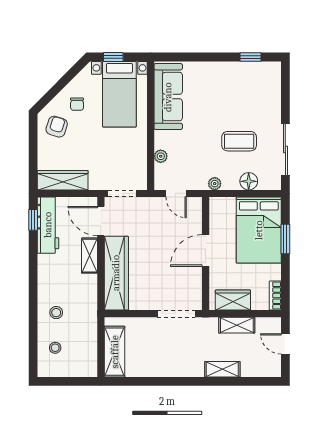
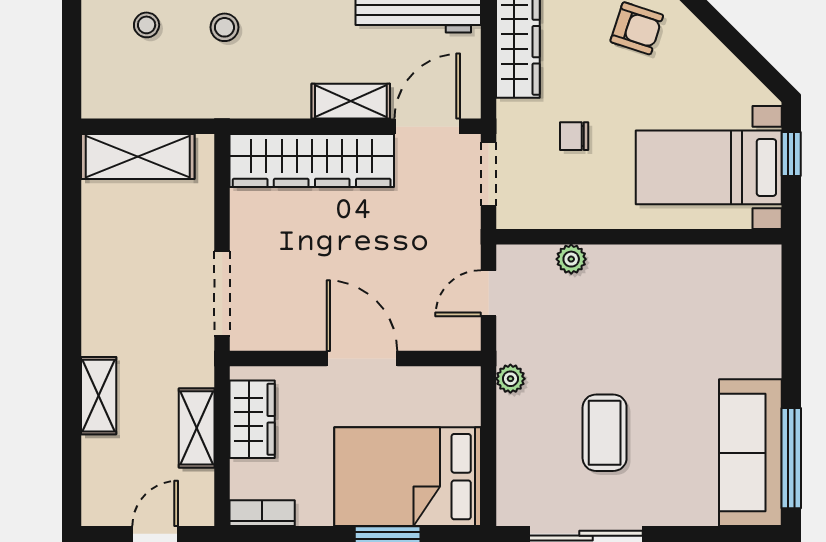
window: (250, 57) -> (791, 458), width x2.17
sofa: (168, 97) -> (750, 453), moved, turned 90
chair: (77, 104) -> (574, 136), moved
floor lamp: (249, 181) -> (516, 454), removed

